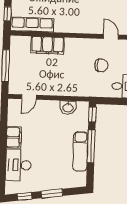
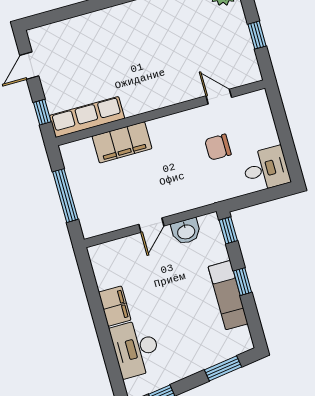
chair: (101, 65) -> (218, 147), turned 180
door: (29, 97) -> (151, 225), moved
window: (91, 146) -> (242, 282), width x0.46
window: (52, 193) -> (223, 368), moved

